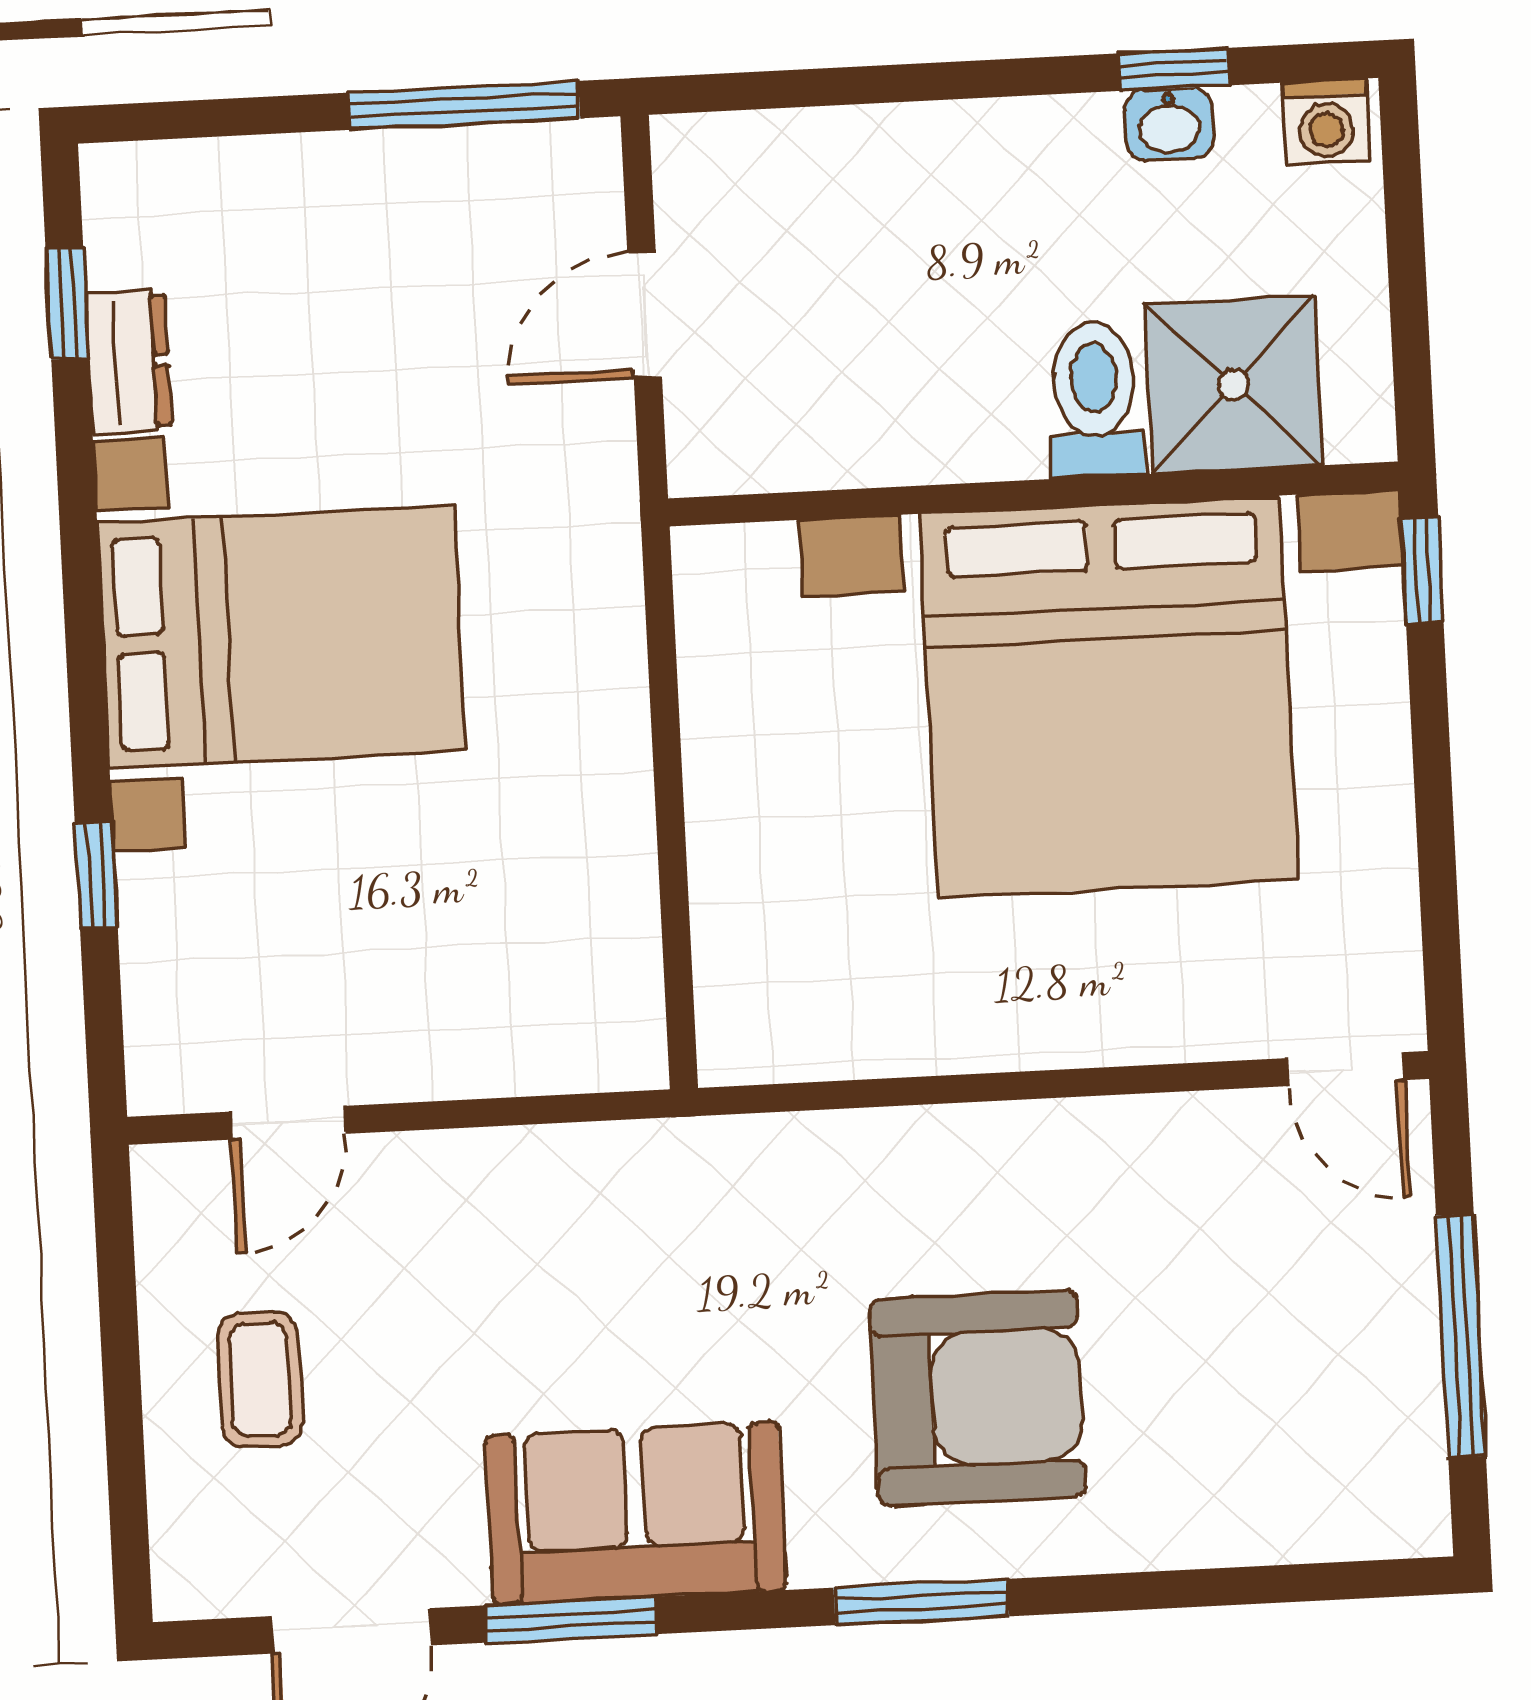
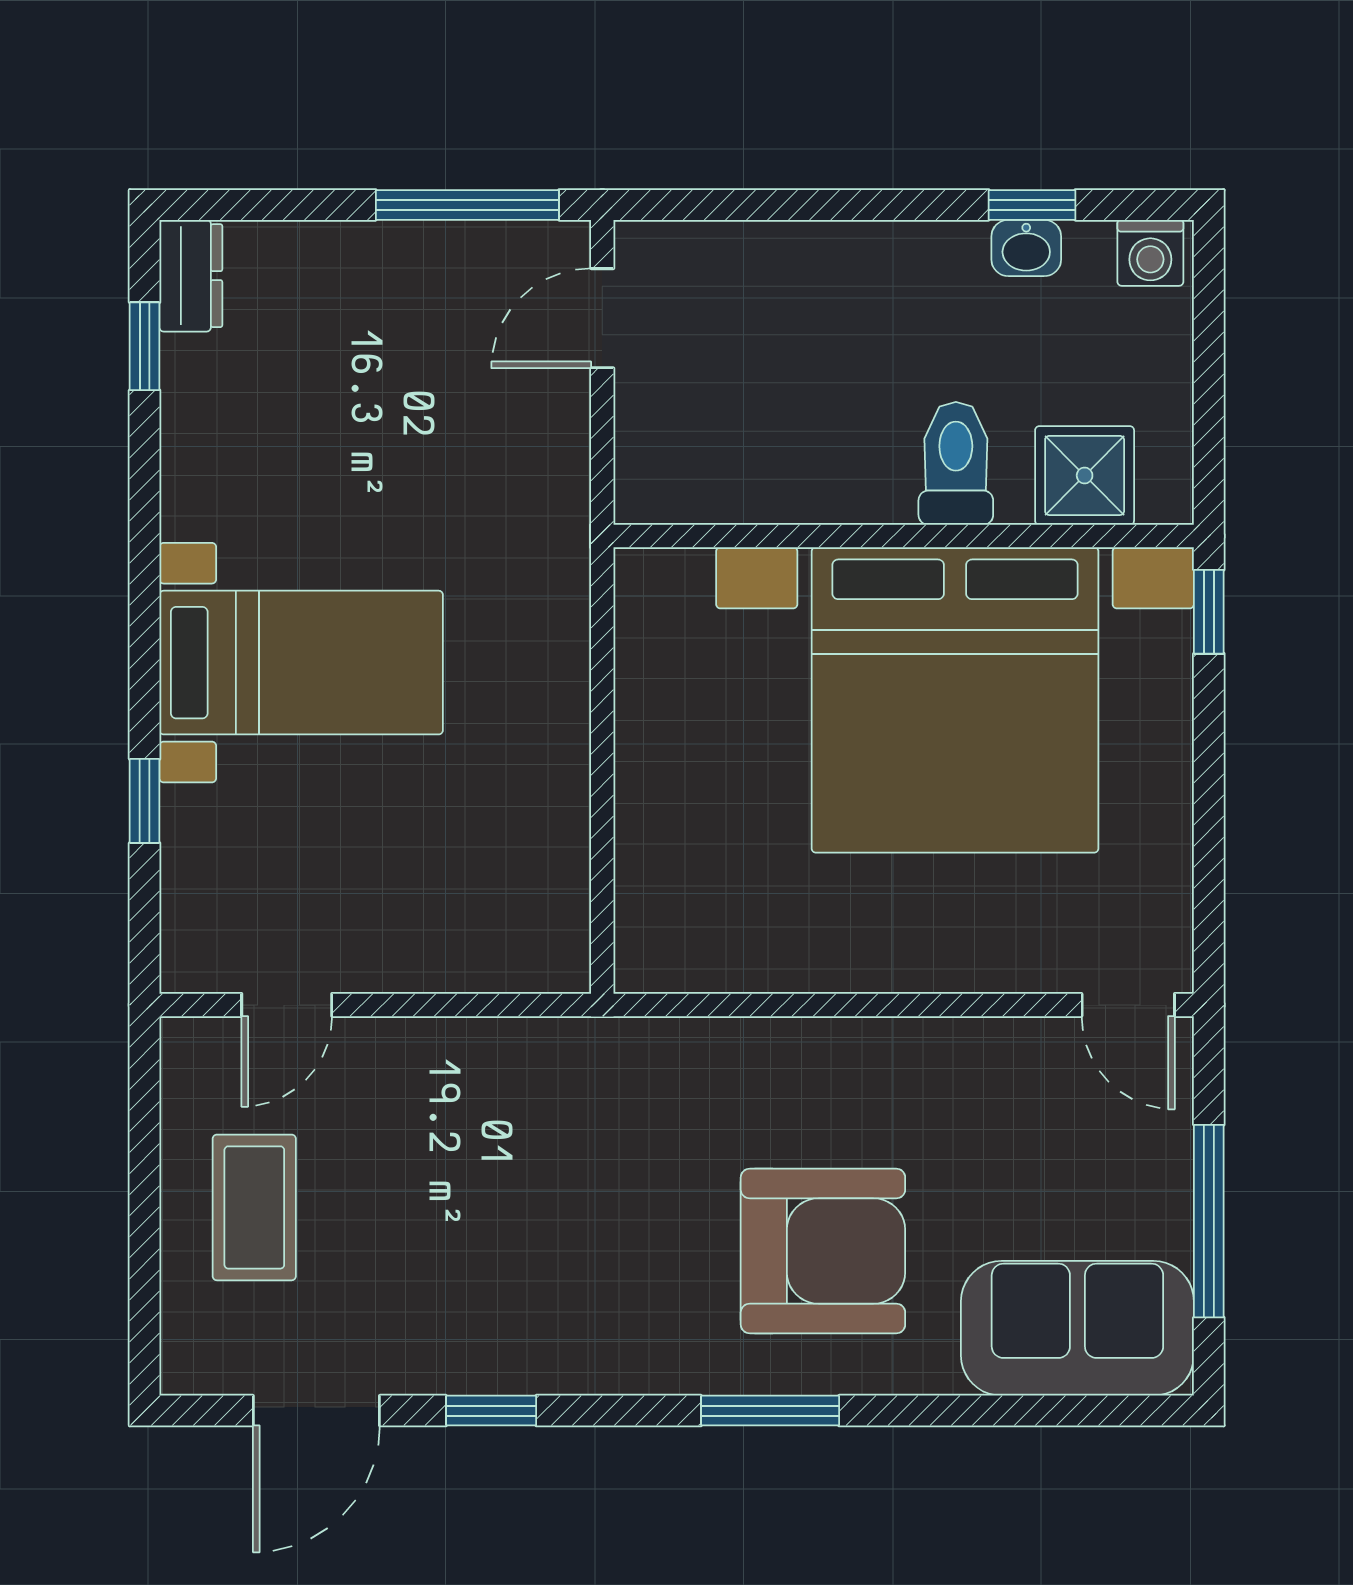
door: (645, 315) -> (602, 318), moved
dresser: (128, 361) -> (191, 276), moved
shower: (1234, 385) -> (1085, 475), width x0.73, depth x0.73
bed with nightstands: (281, 637) -> (301, 663), width x0.73
coffee table: (260, 1379) -> (254, 1207), width x1.36, depth x1.30
sofa: (636, 1513) -> (1077, 1328), moved
window: (571, 1620) -> (491, 1411), width x0.67

